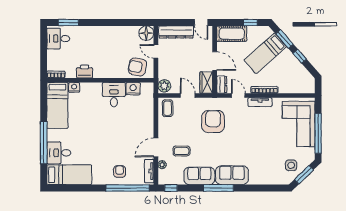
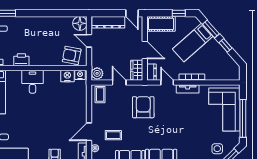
nightstand: (74, 87) -> (80, 75), moved
desk: (114, 95) -> (32, 82), moved

